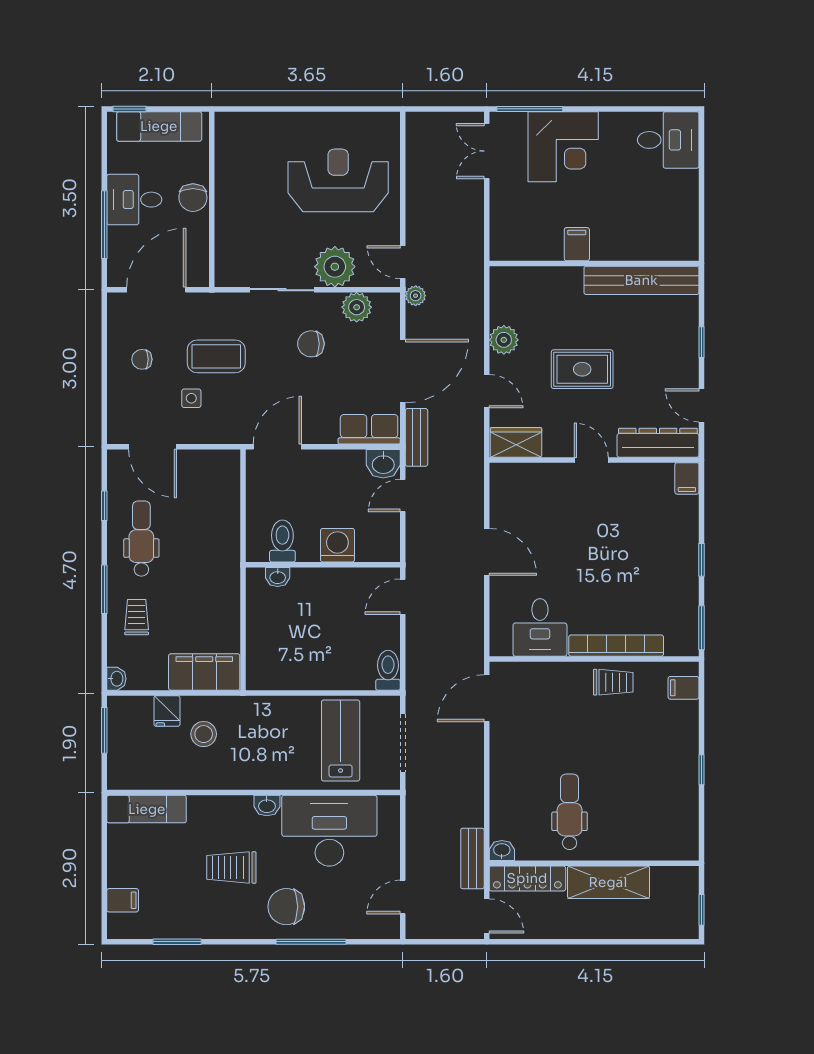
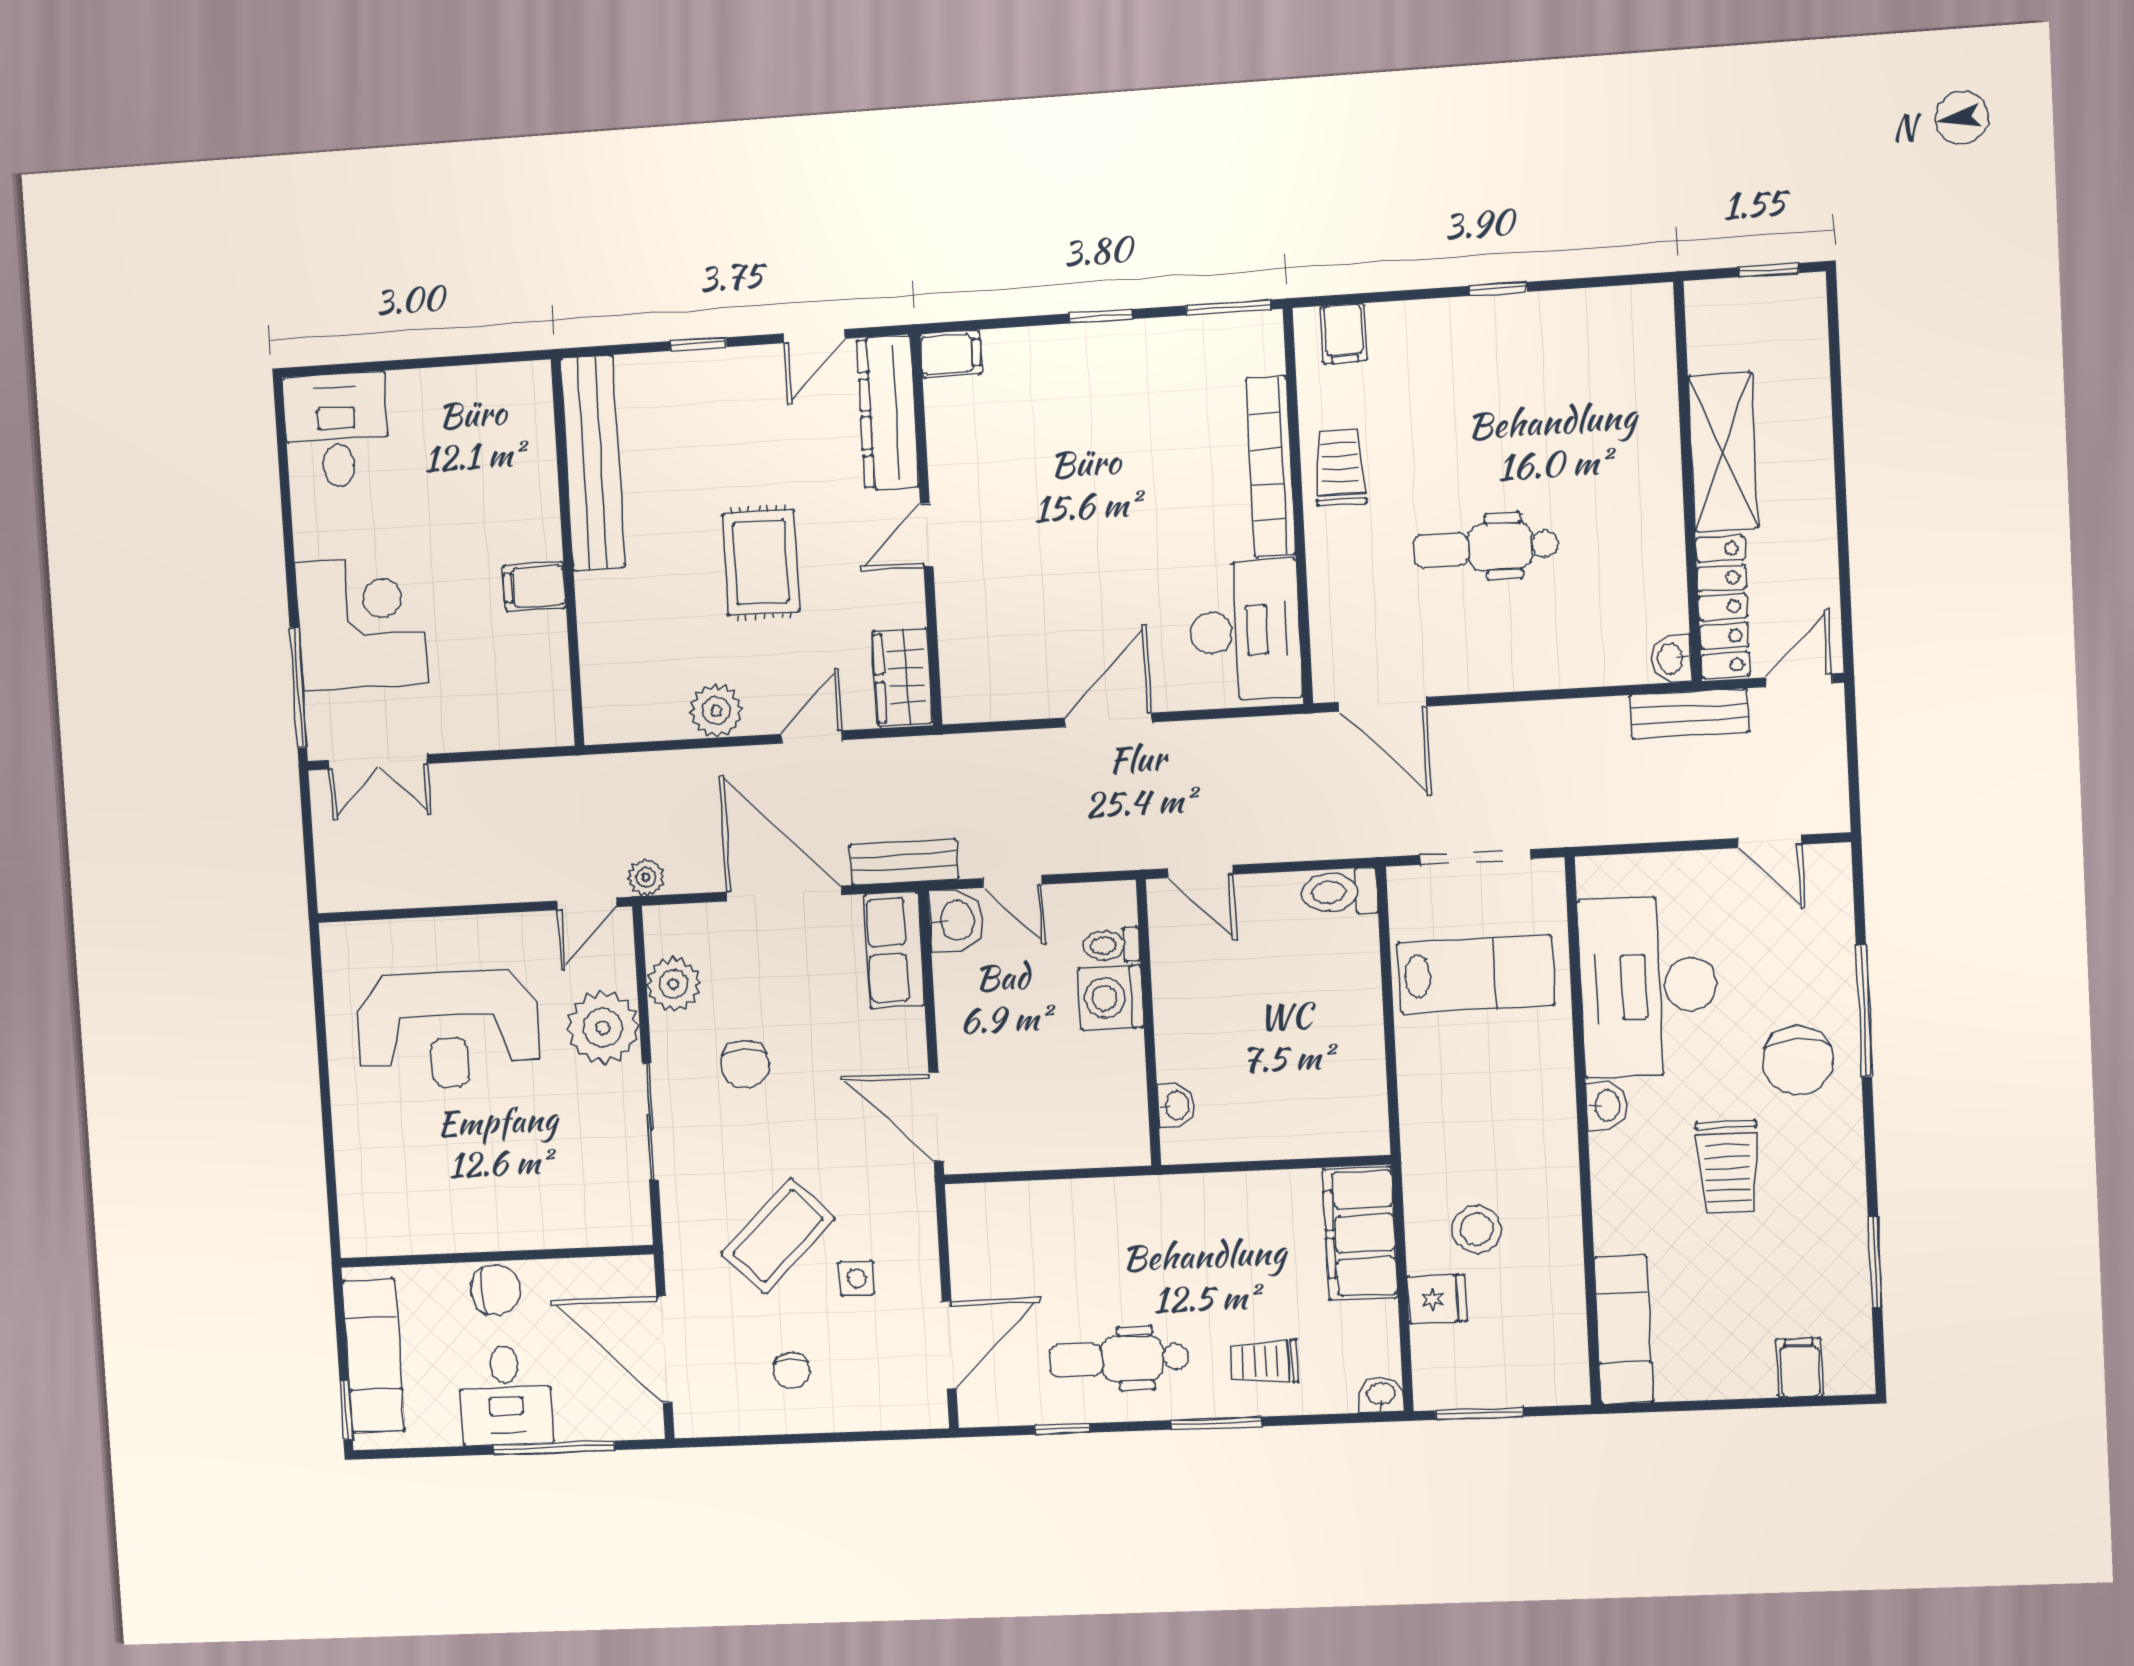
reception desk: (338, 180) -> (448, 1029), turned -90
coffee table: (216, 356) -> (778, 1236), turned 46
toilet: (282, 541) -> (1111, 945), moved, width x0.73, depth x0.72
desk: (540, 627) -> (1245, 631), width x1.37
lab bench: (341, 740) -> (1476, 974), turned 180
dental chair: (570, 812) -> (1486, 547), moved

